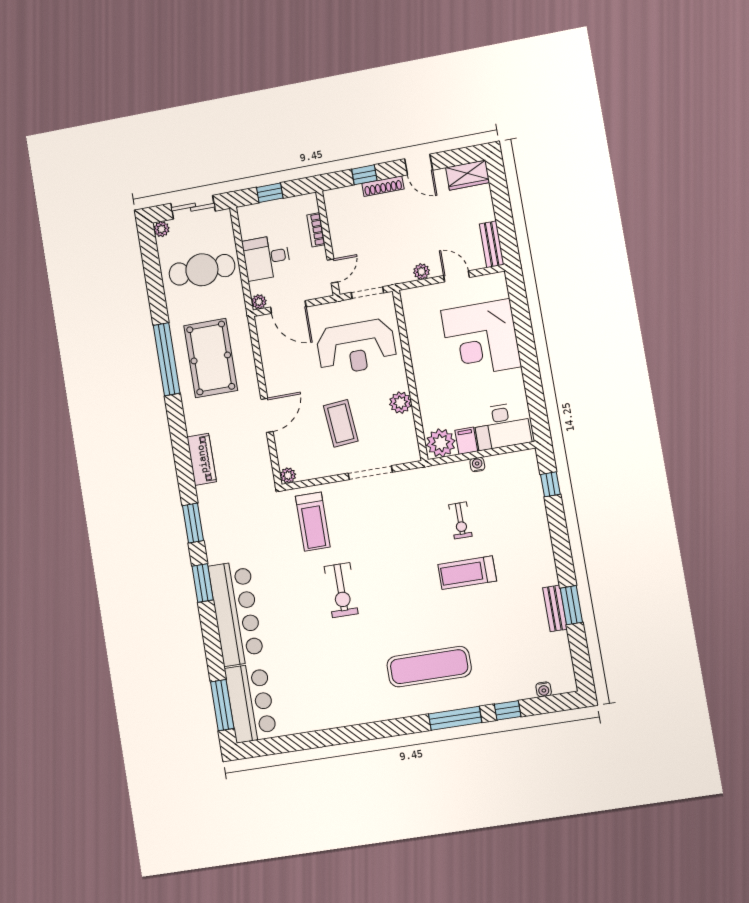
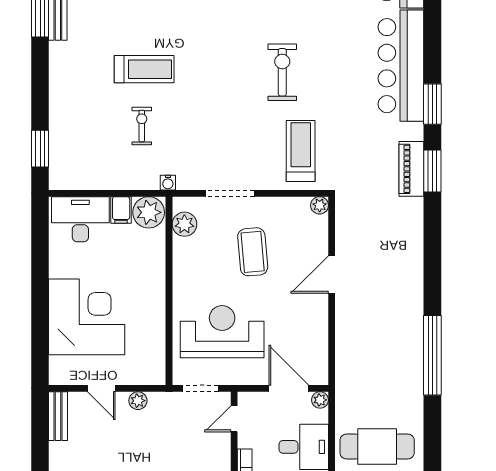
pool table: (211, 358) -> (383, 348), removed
plant: (400, 403) -> (184, 224), moved
piano: (202, 459) -> (411, 169), moved
water cooler: (477, 465) -> (168, 183), moved
window: (550, 484) -> (40, 149), width x1.50

